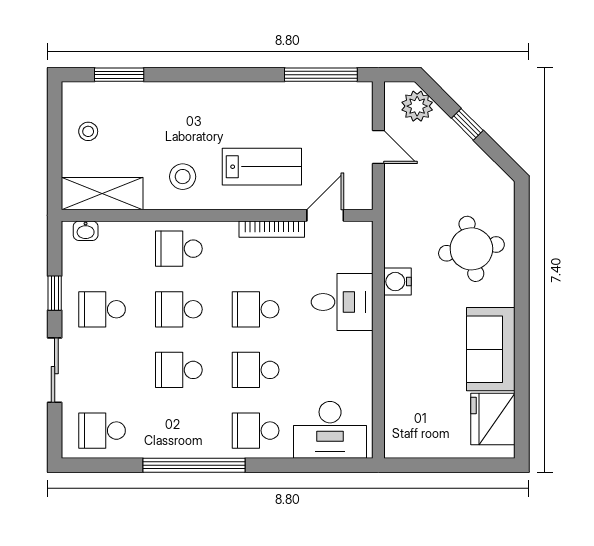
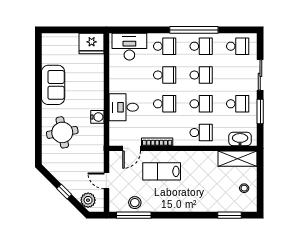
stool: (183, 177) -> (135, 203), moved
washbasin: (86, 231) -> (240, 139), width x1.91, depth x1.45
window: (55, 293) -> (260, 111), width x1.50
fridge: (493, 419) -> (92, 43), moved, turned 90
school desk: (179, 431) -> (201, 46), added

